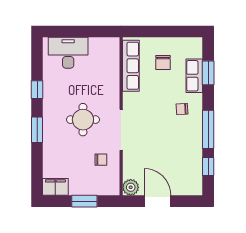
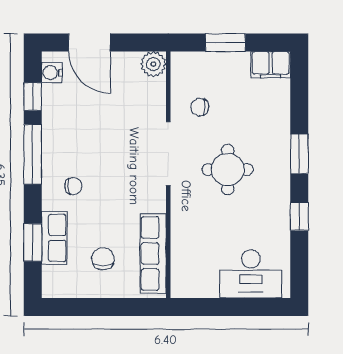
water cooler: (196, 182) -> (52, 73), added
door: (158, 201) -> (89, 43), moved

